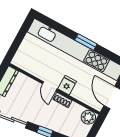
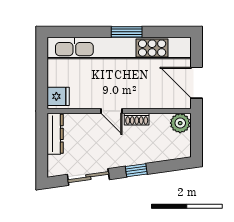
fridge: (67, 85) -> (58, 96), moved, turned 90

